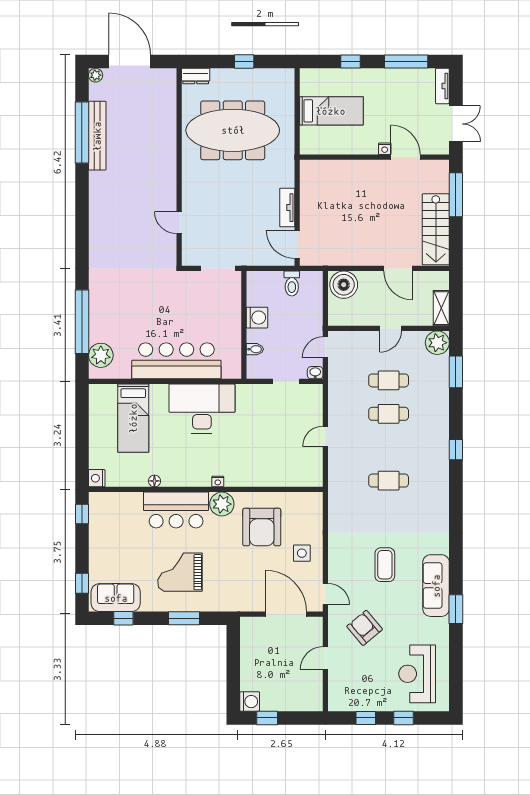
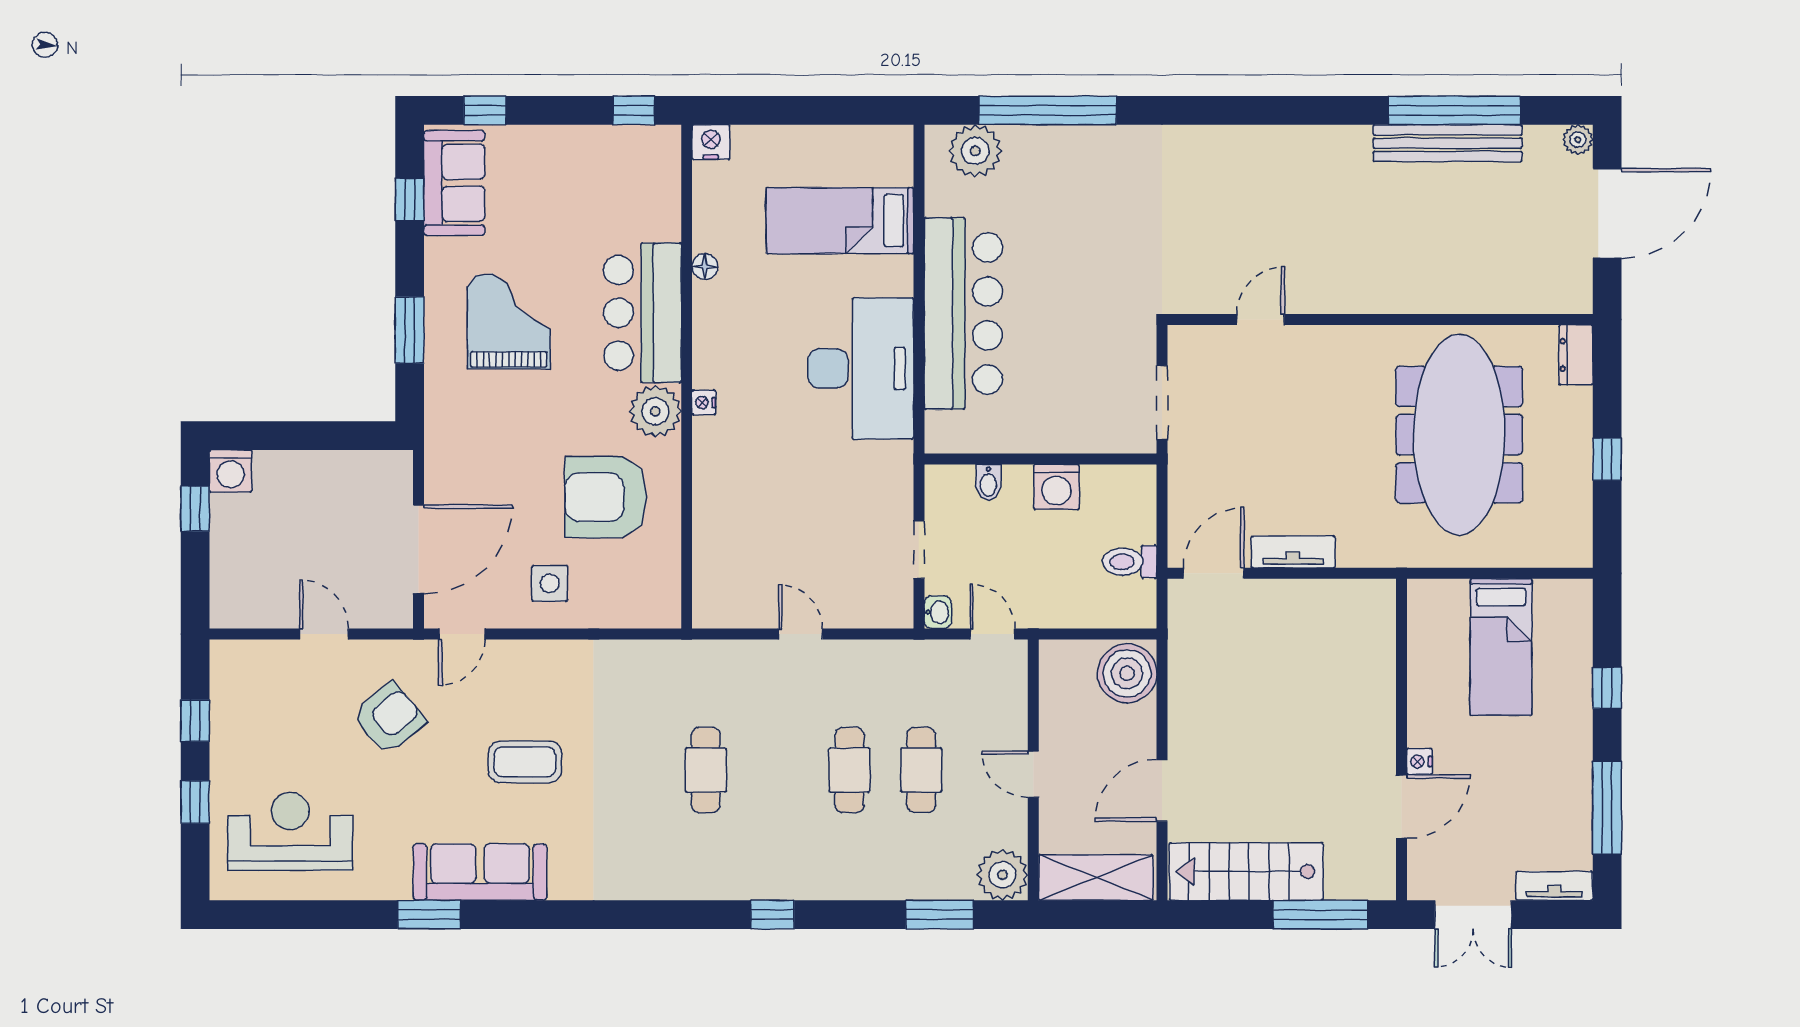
shelving: (441, 308) -> (1096, 878), width x1.50, depth x1.33

